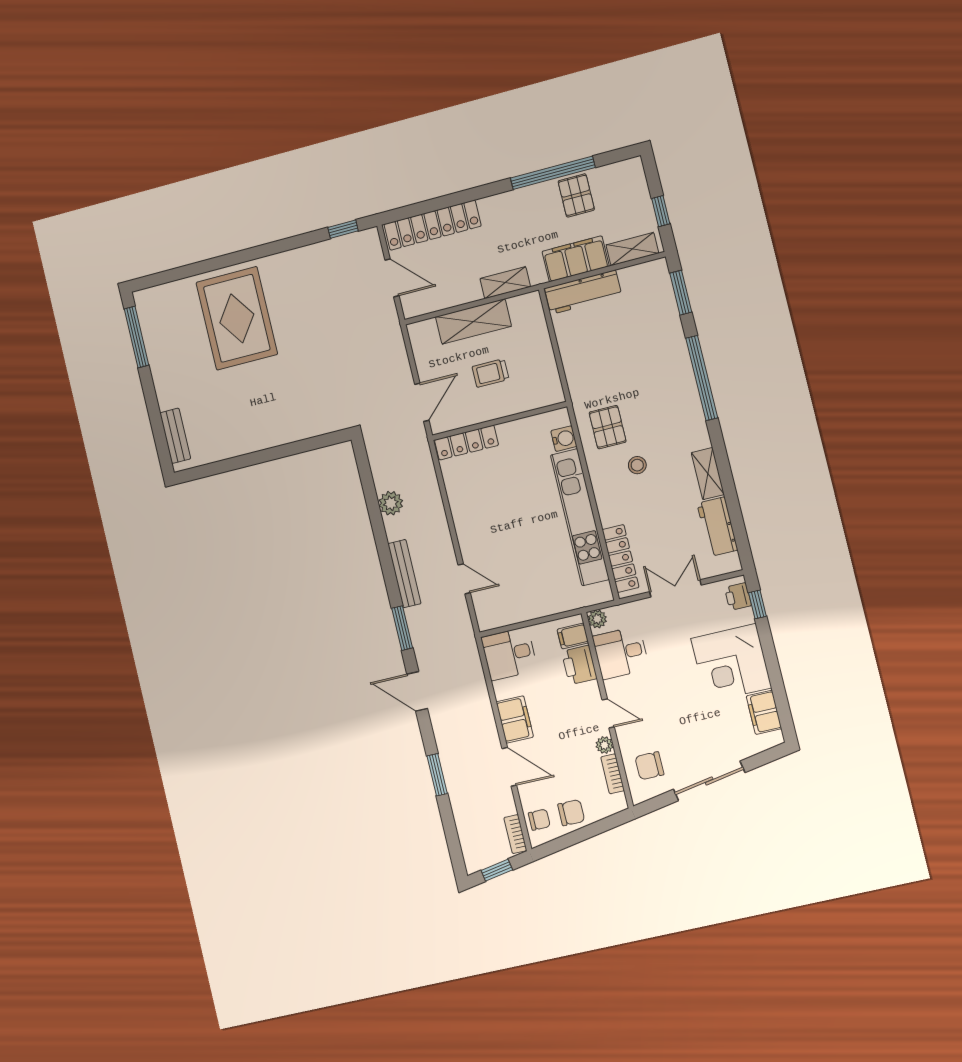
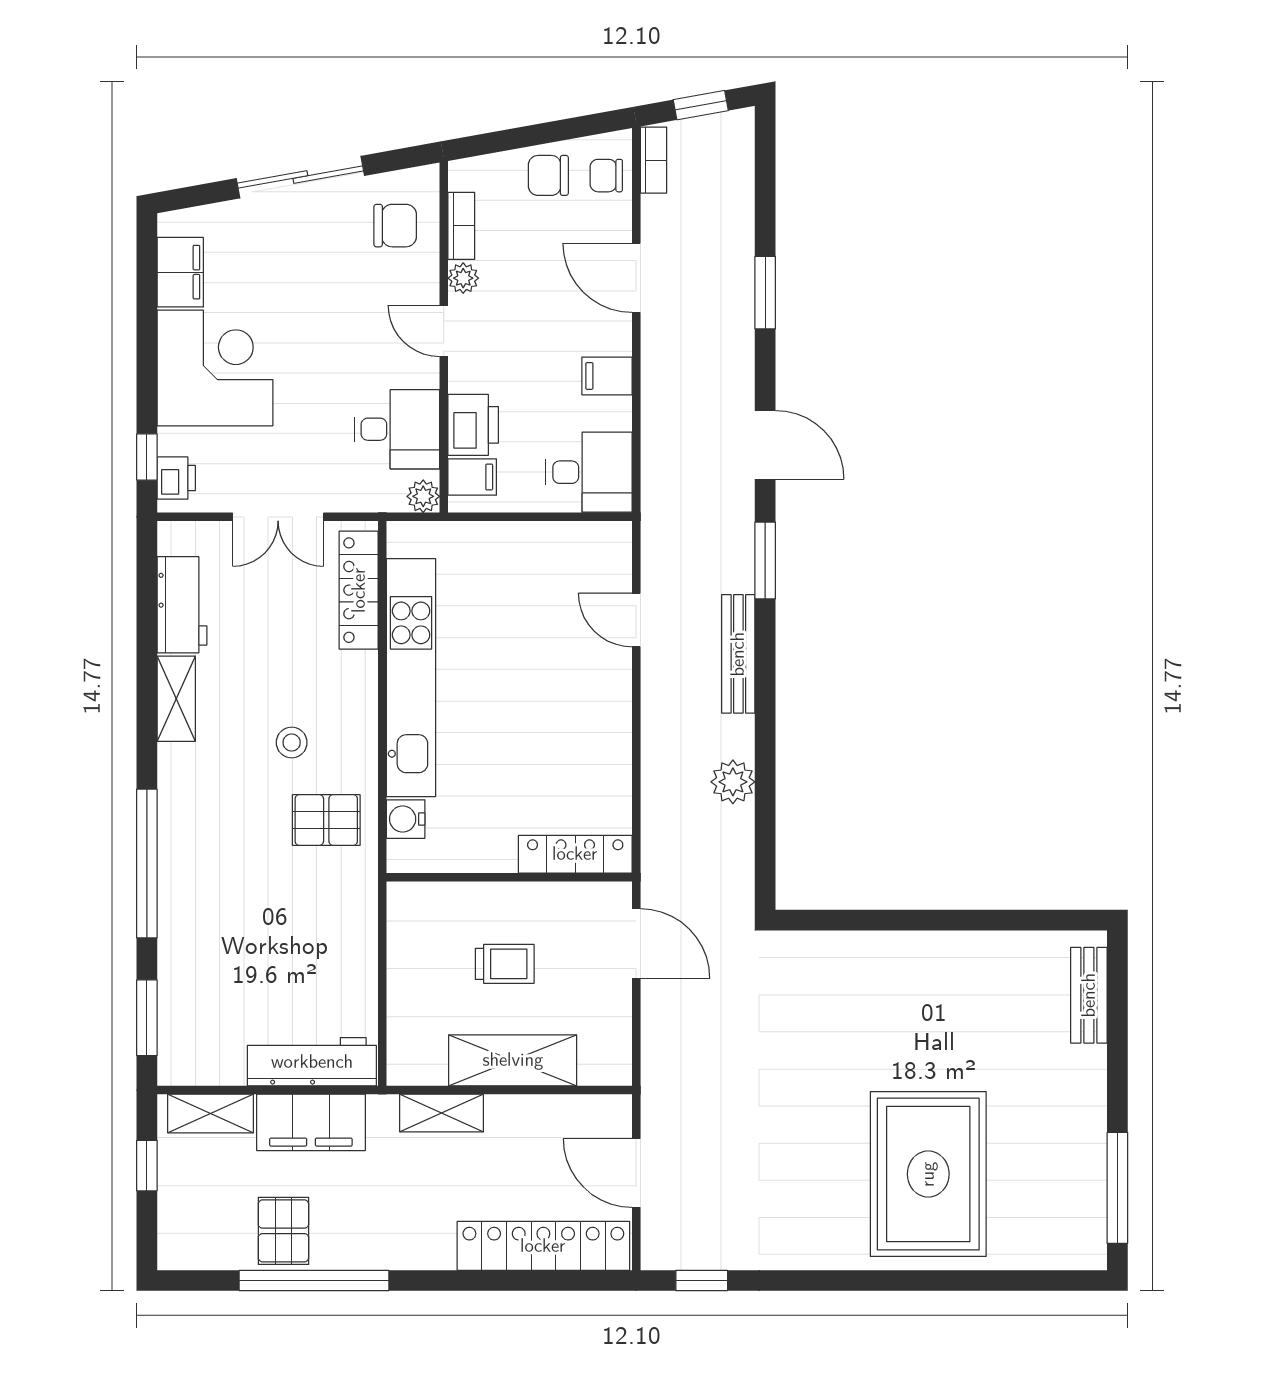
door: (422, 402) -> (636, 943), swing flipped
pallet: (608, 427) -> (326, 820), turned 90
filing cabinet: (515, 719) -> (607, 376), width x0.50

